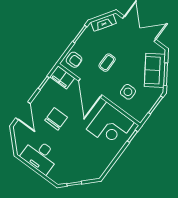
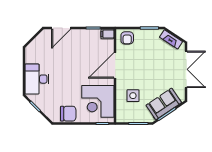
coffee table: (107, 63) -> (143, 64), removed
filing cabinet: (62, 77) -> (107, 34), width x0.50
chair: (56, 119) -> (68, 114), moved
desk: (40, 156) -> (37, 79), moved

